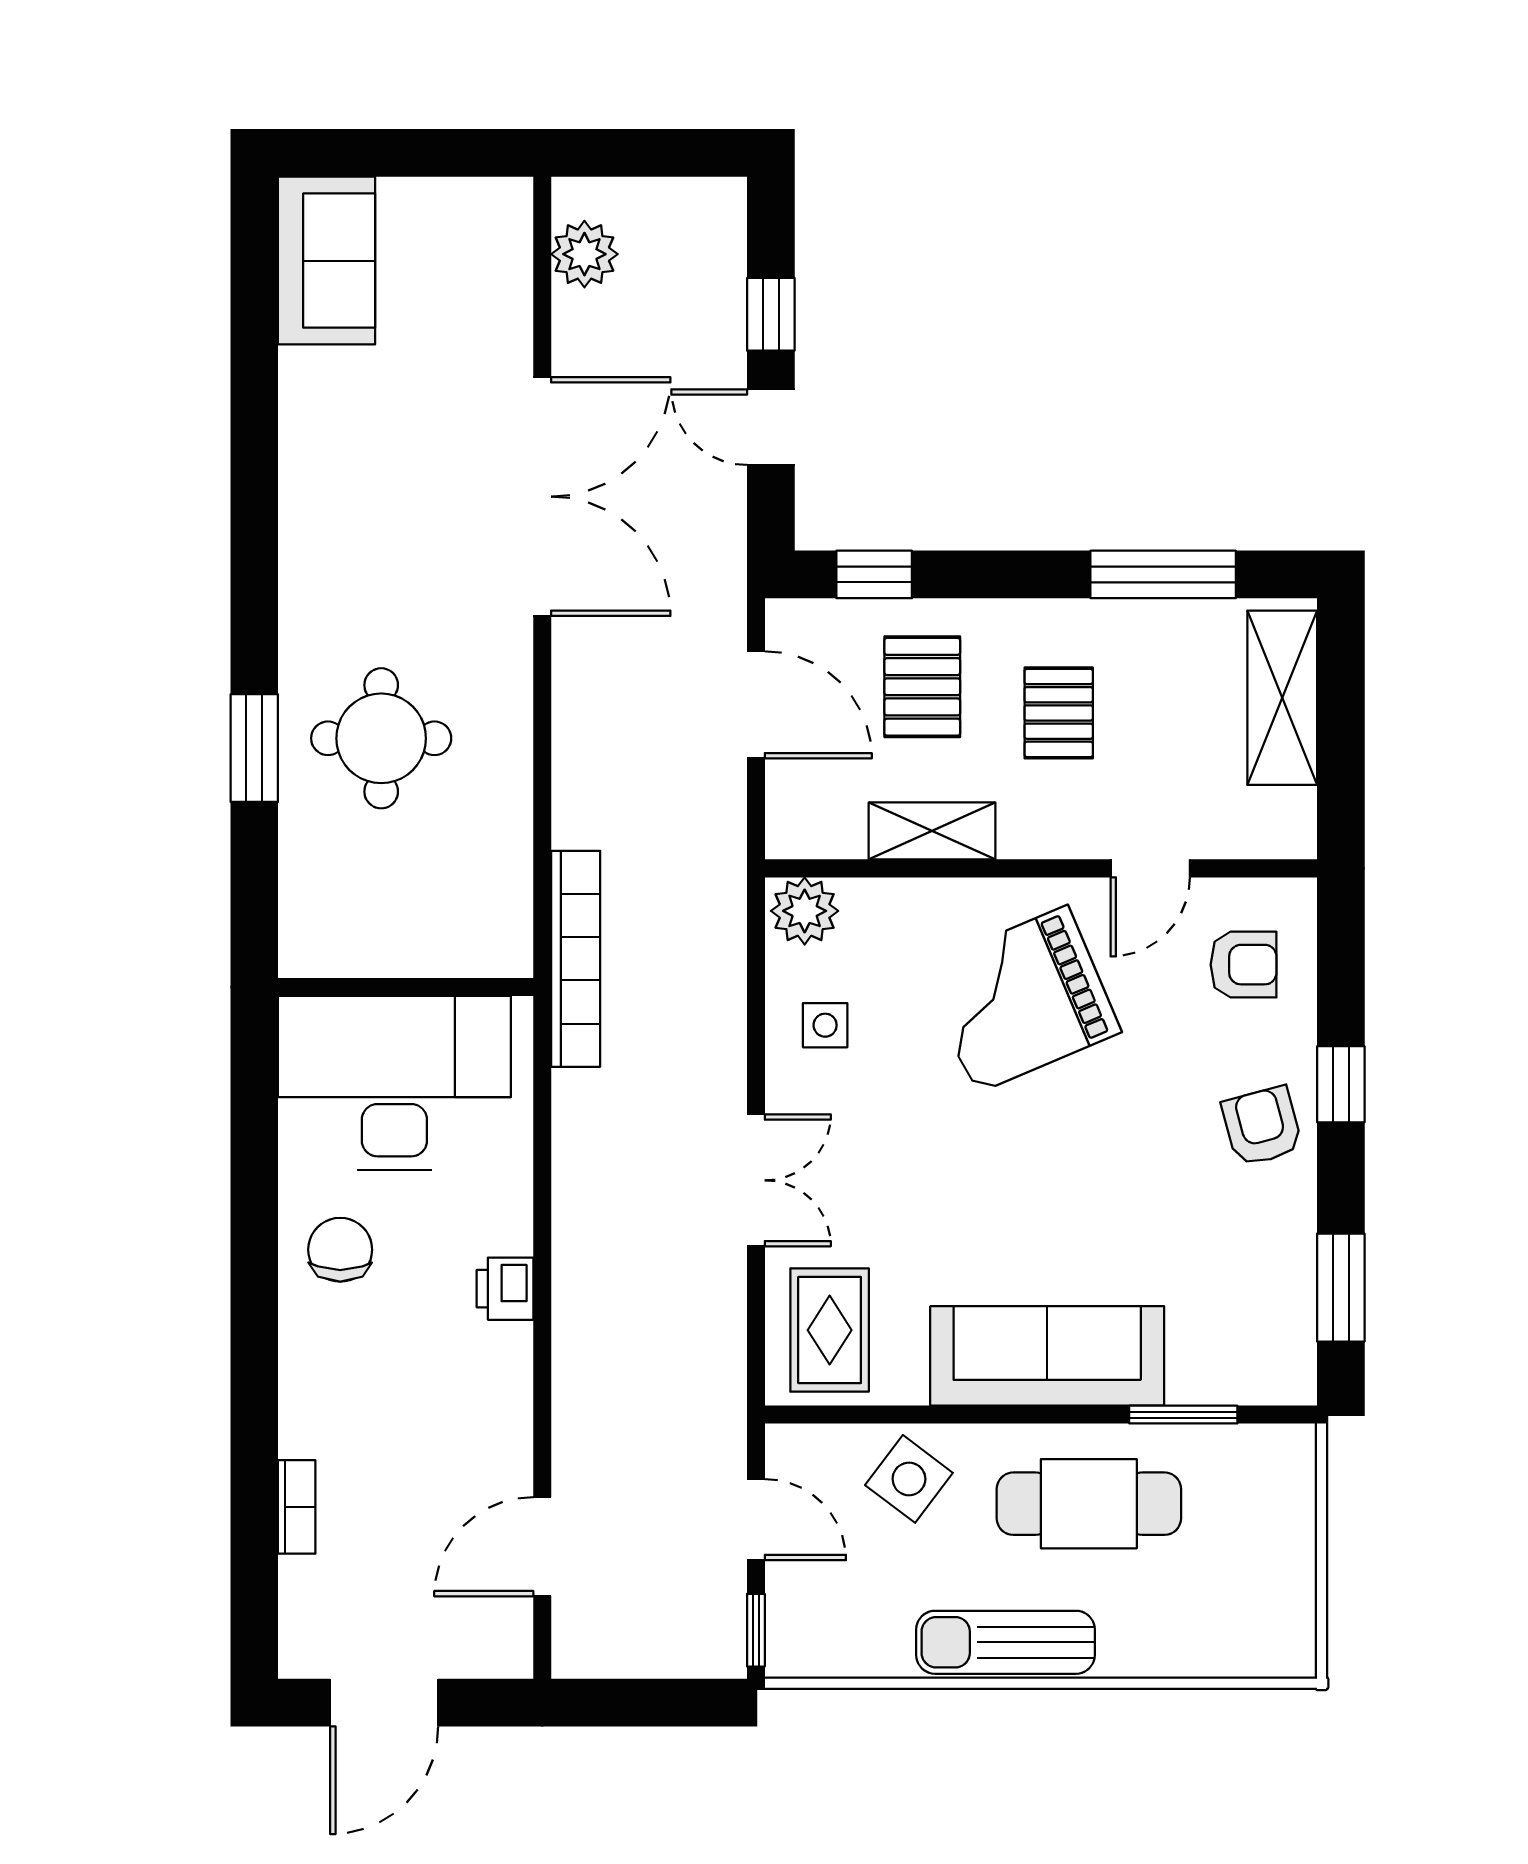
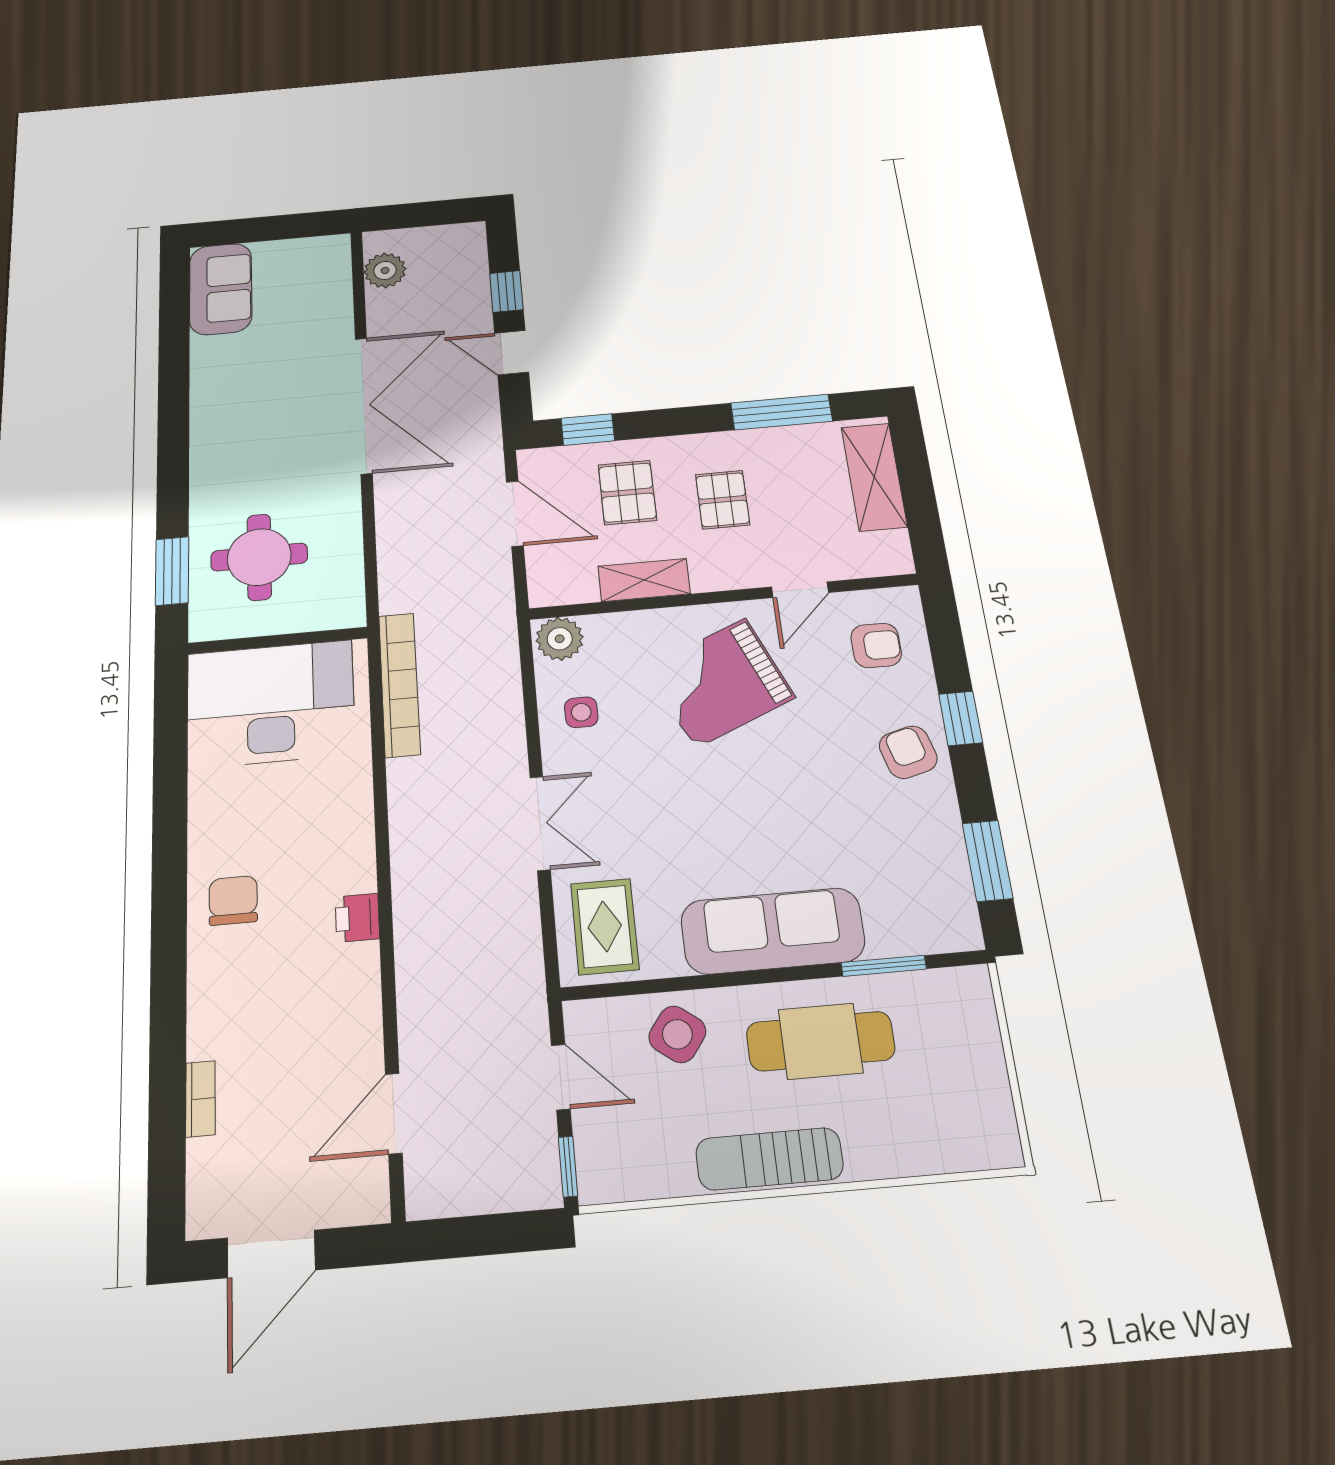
wall: (406, 987) -> (278, 641), moved
desk: (394, 1083) -> (271, 704), moved

